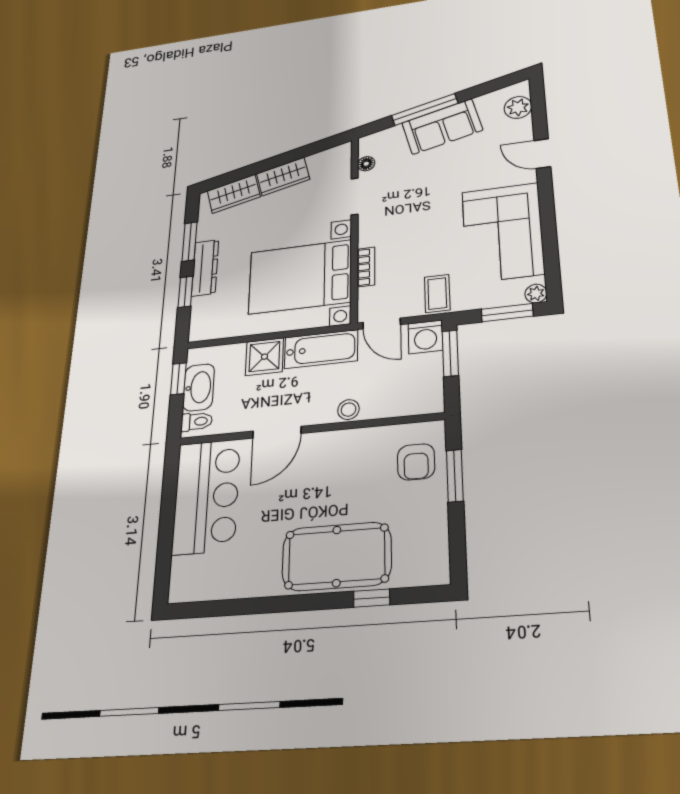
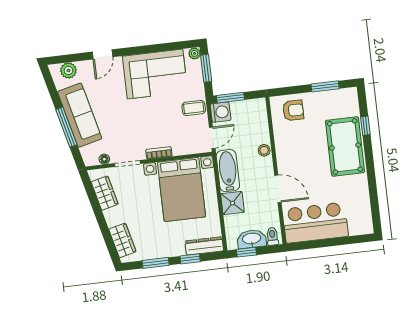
sofa: (442, 126) -> (80, 115), width x1.36
wardrobe: (283, 176) -> (105, 193), moved
bookcase: (366, 267) -> (159, 153), moved
dresser: (205, 268) -> (204, 246), moved
window: (455, 476) -> (325, 86), moved

